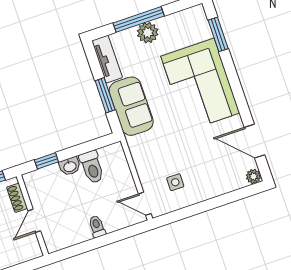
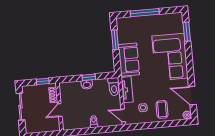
plant: (148, 33) -> (148, 21), removed
tv unit: (107, 59) -> (127, 90), moved
window: (105, 95) -> (115, 40), moved
window: (46, 161) -> (89, 77), moved
toilet: (92, 167) -> (114, 87), moved
coffee table: (208, 177) -> (162, 109), added

